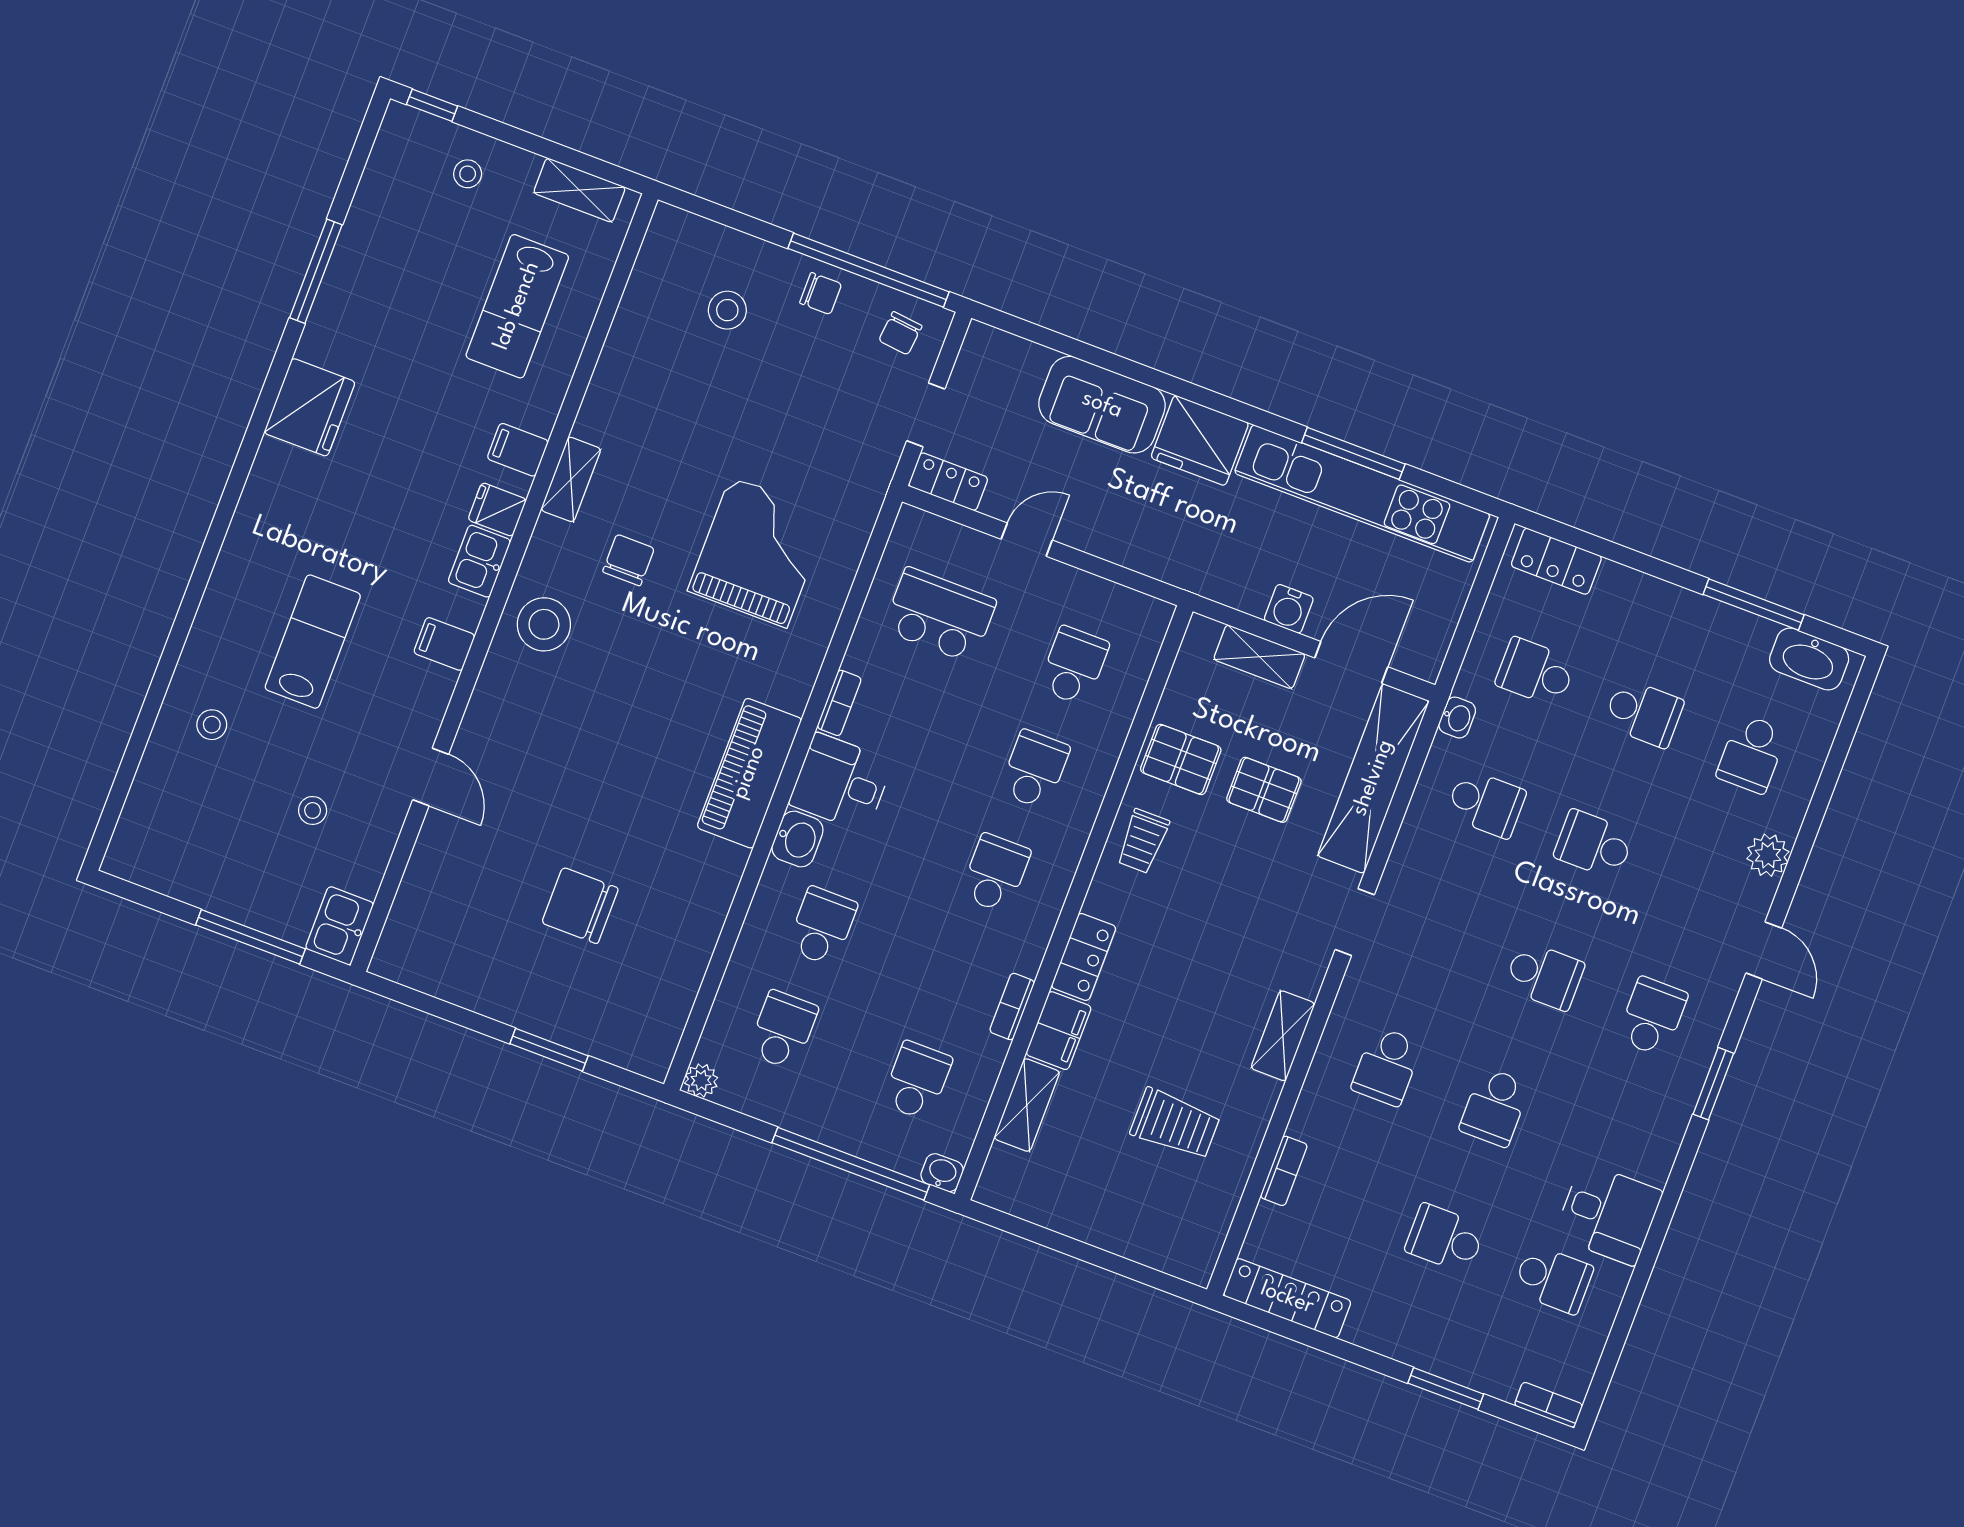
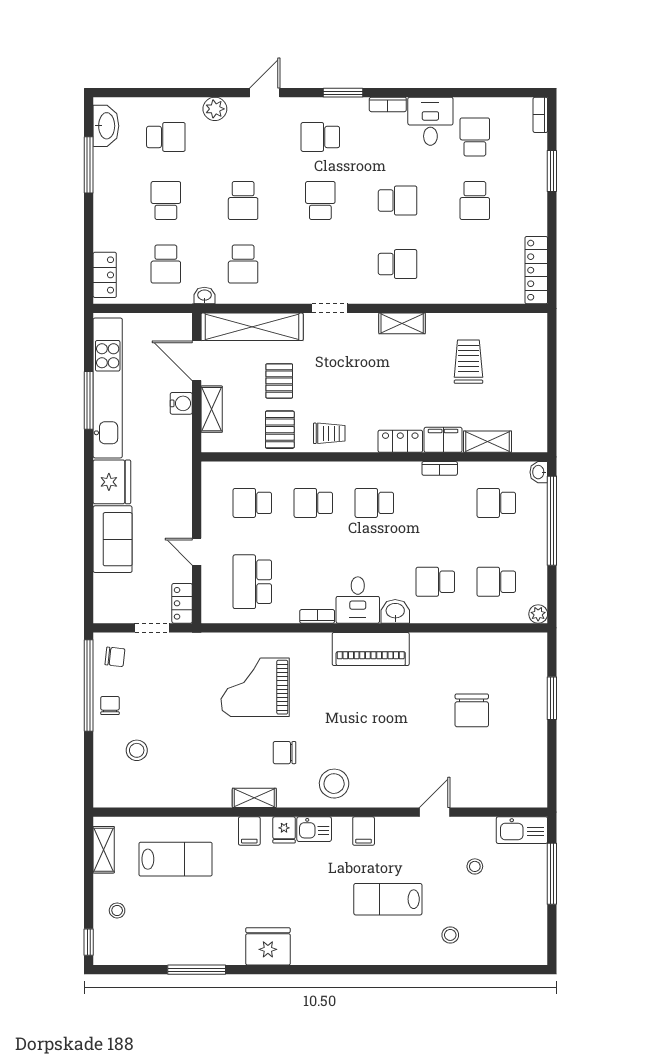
school desk: (1486, 804) -> (243, 264), turned 180
kitchen sink: (340, 926) -> (522, 830), width x1.38
bookcase: (1284, 1171) -> (388, 104), moved, turned 180

